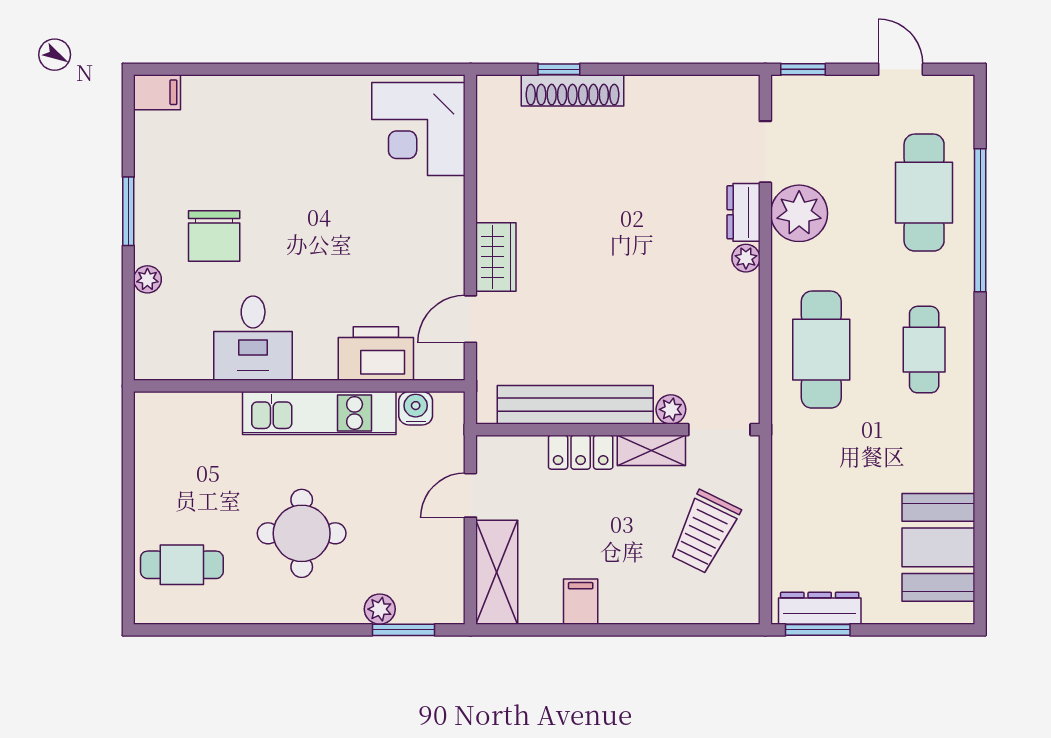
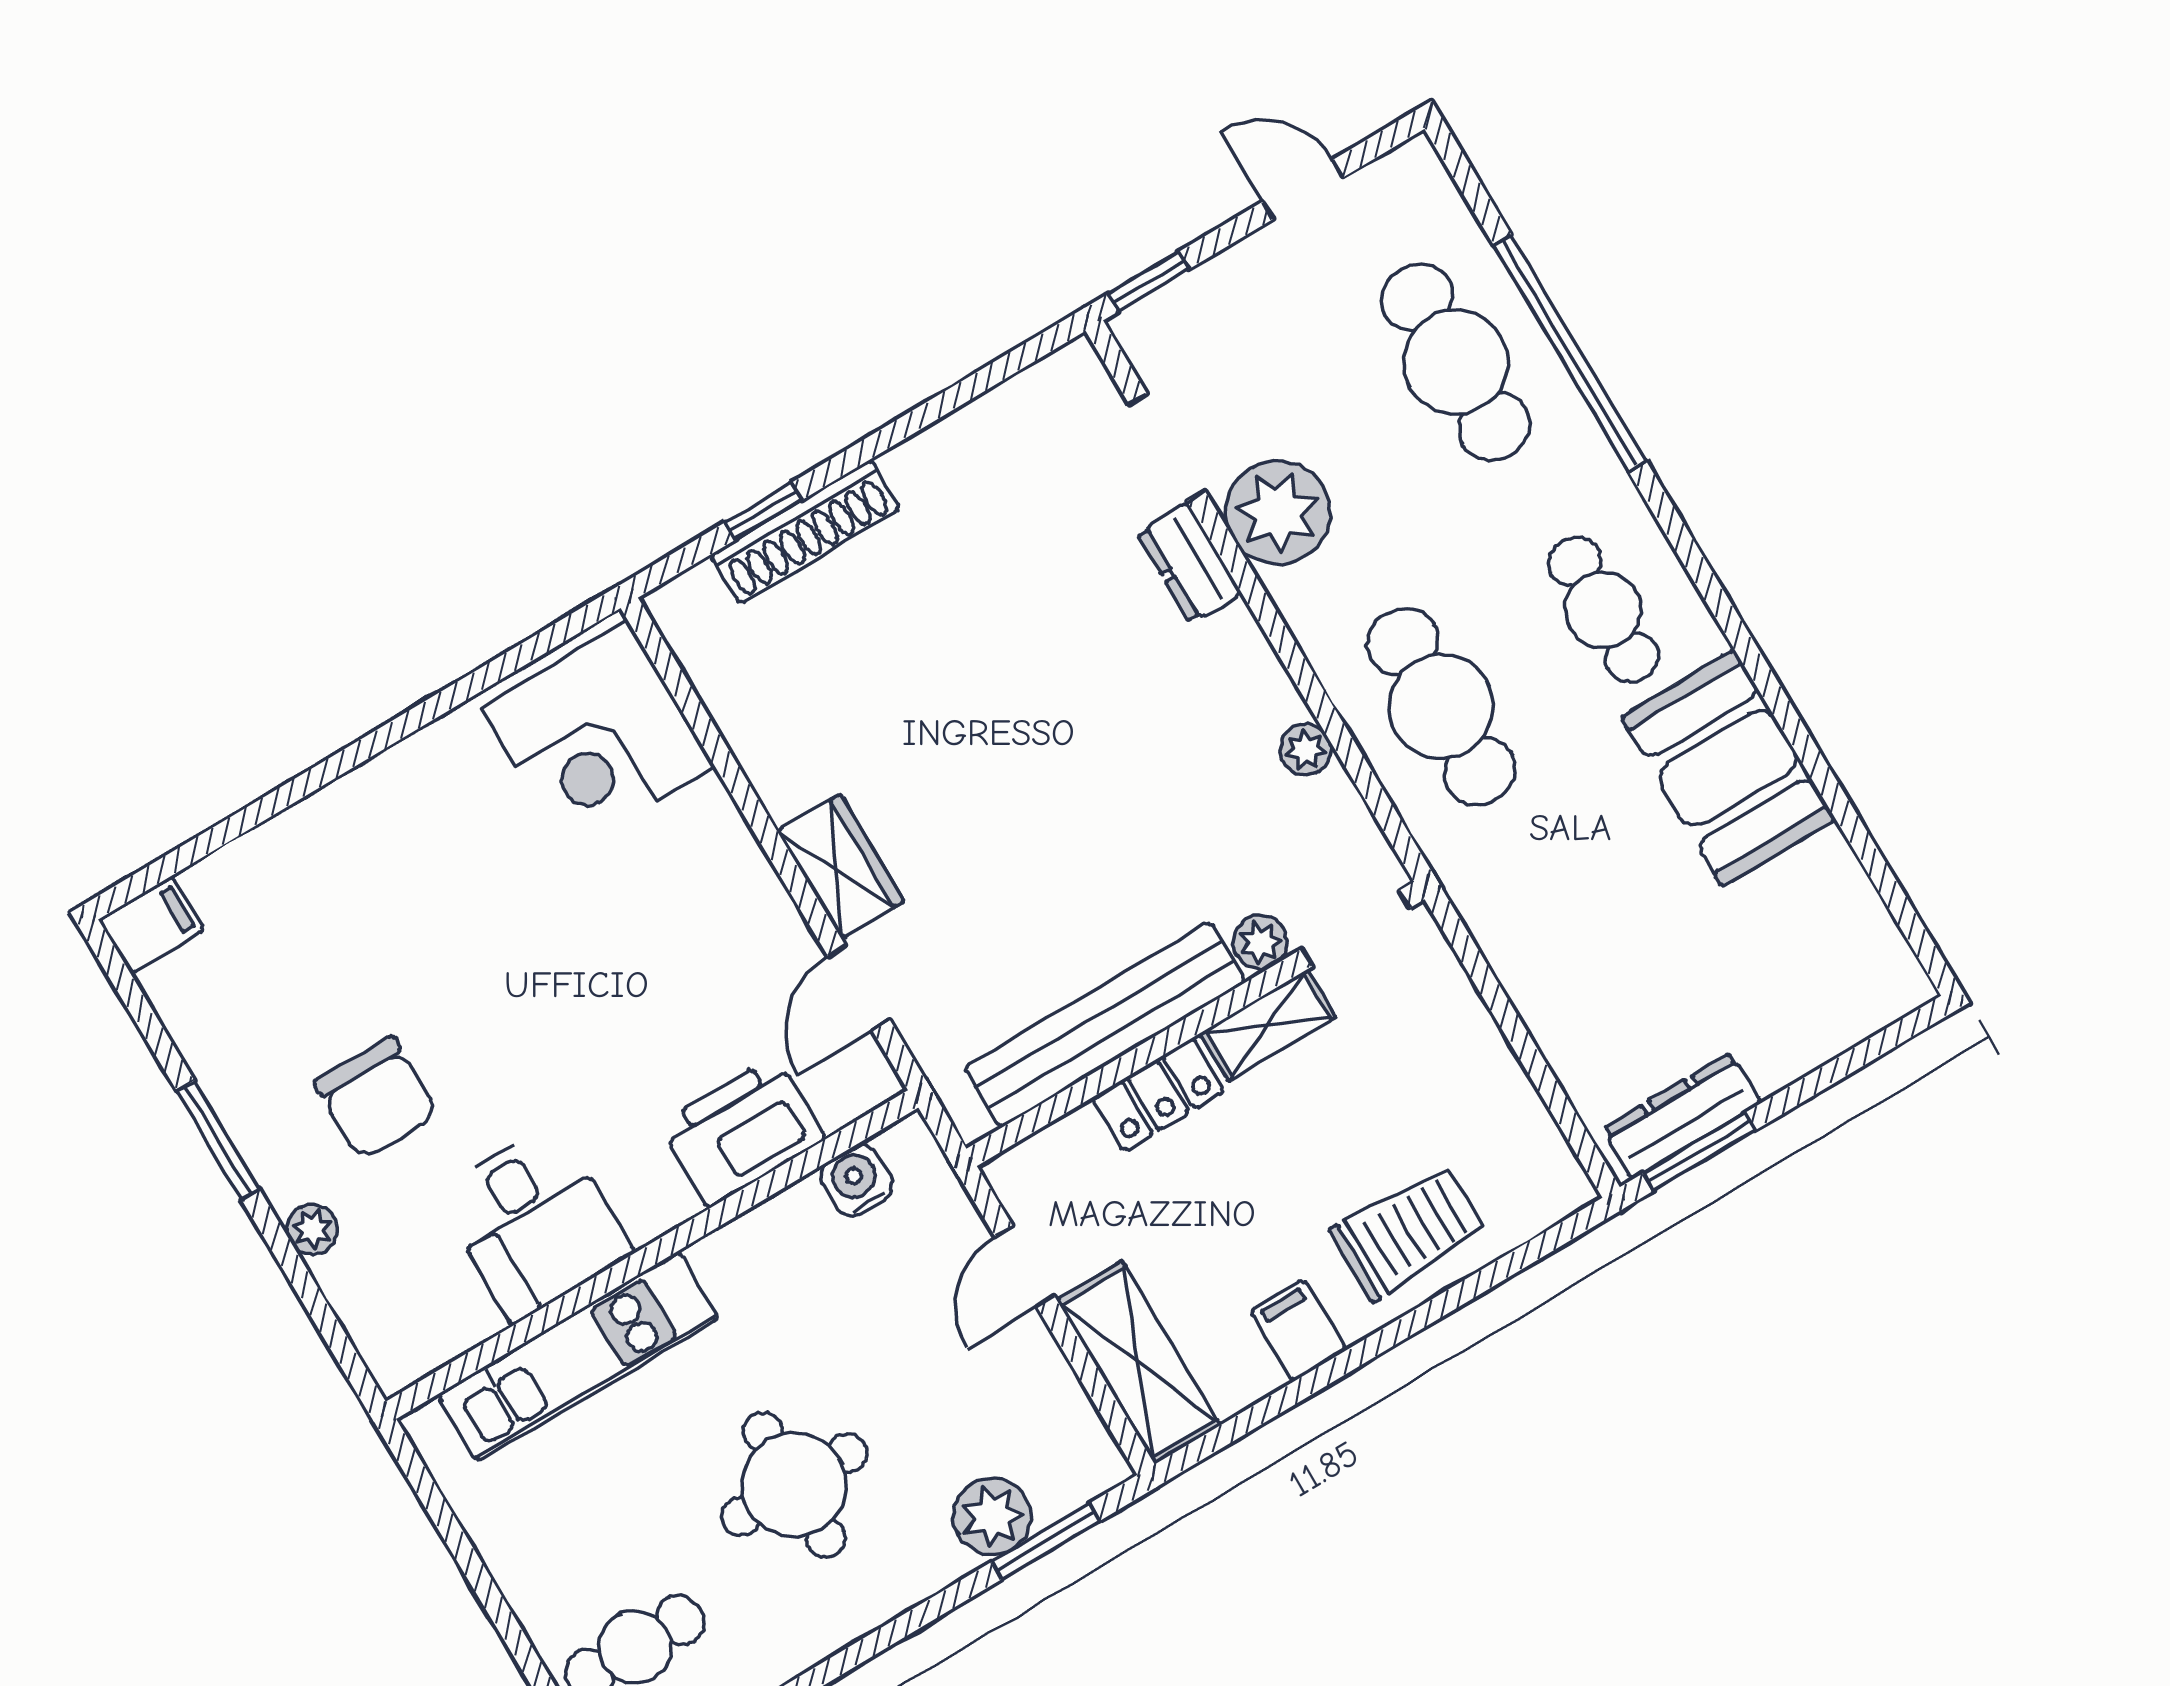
plant: (746, 258) -> (1306, 749), moved
kitchen unit: (319, 413) -> (578, 1356), moved
trolley: (705, 532) -> (1408, 1232), moved, turned -116
booth: (938, 547) -> (1728, 768), moved
plant: (380, 609) -> (992, 1517), width x1.38, depth x1.38

